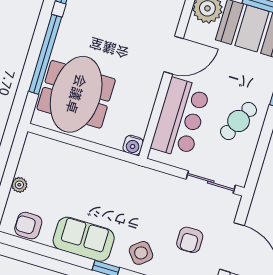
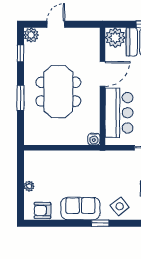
window: (45, 54) -> (20, 98), width x0.47
meeting table: (76, 94) -> (58, 92), moved

